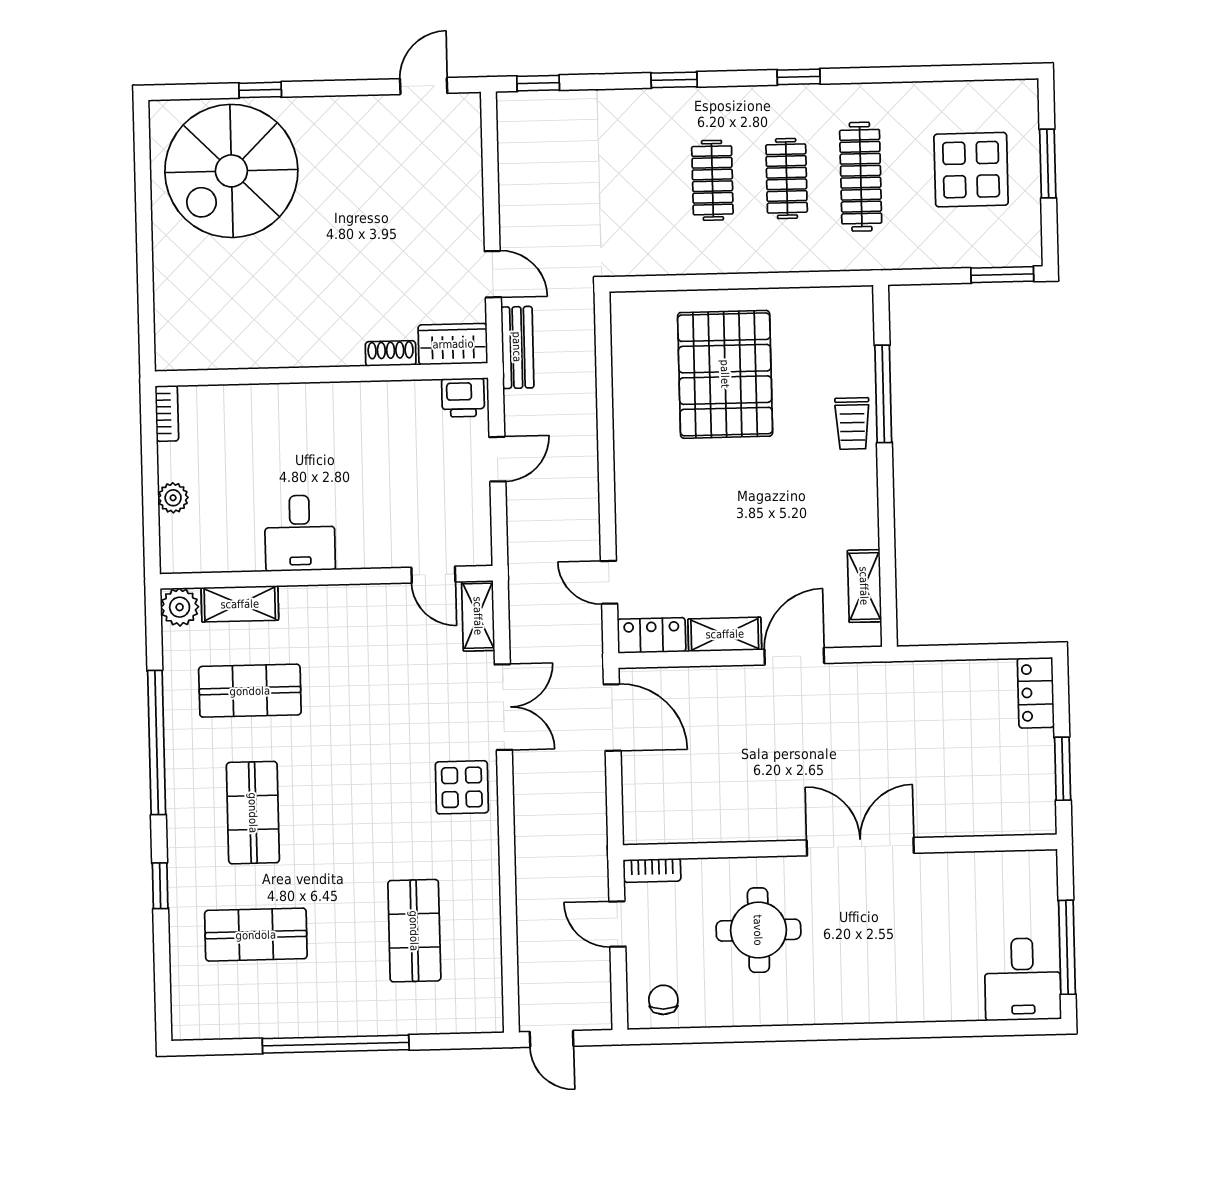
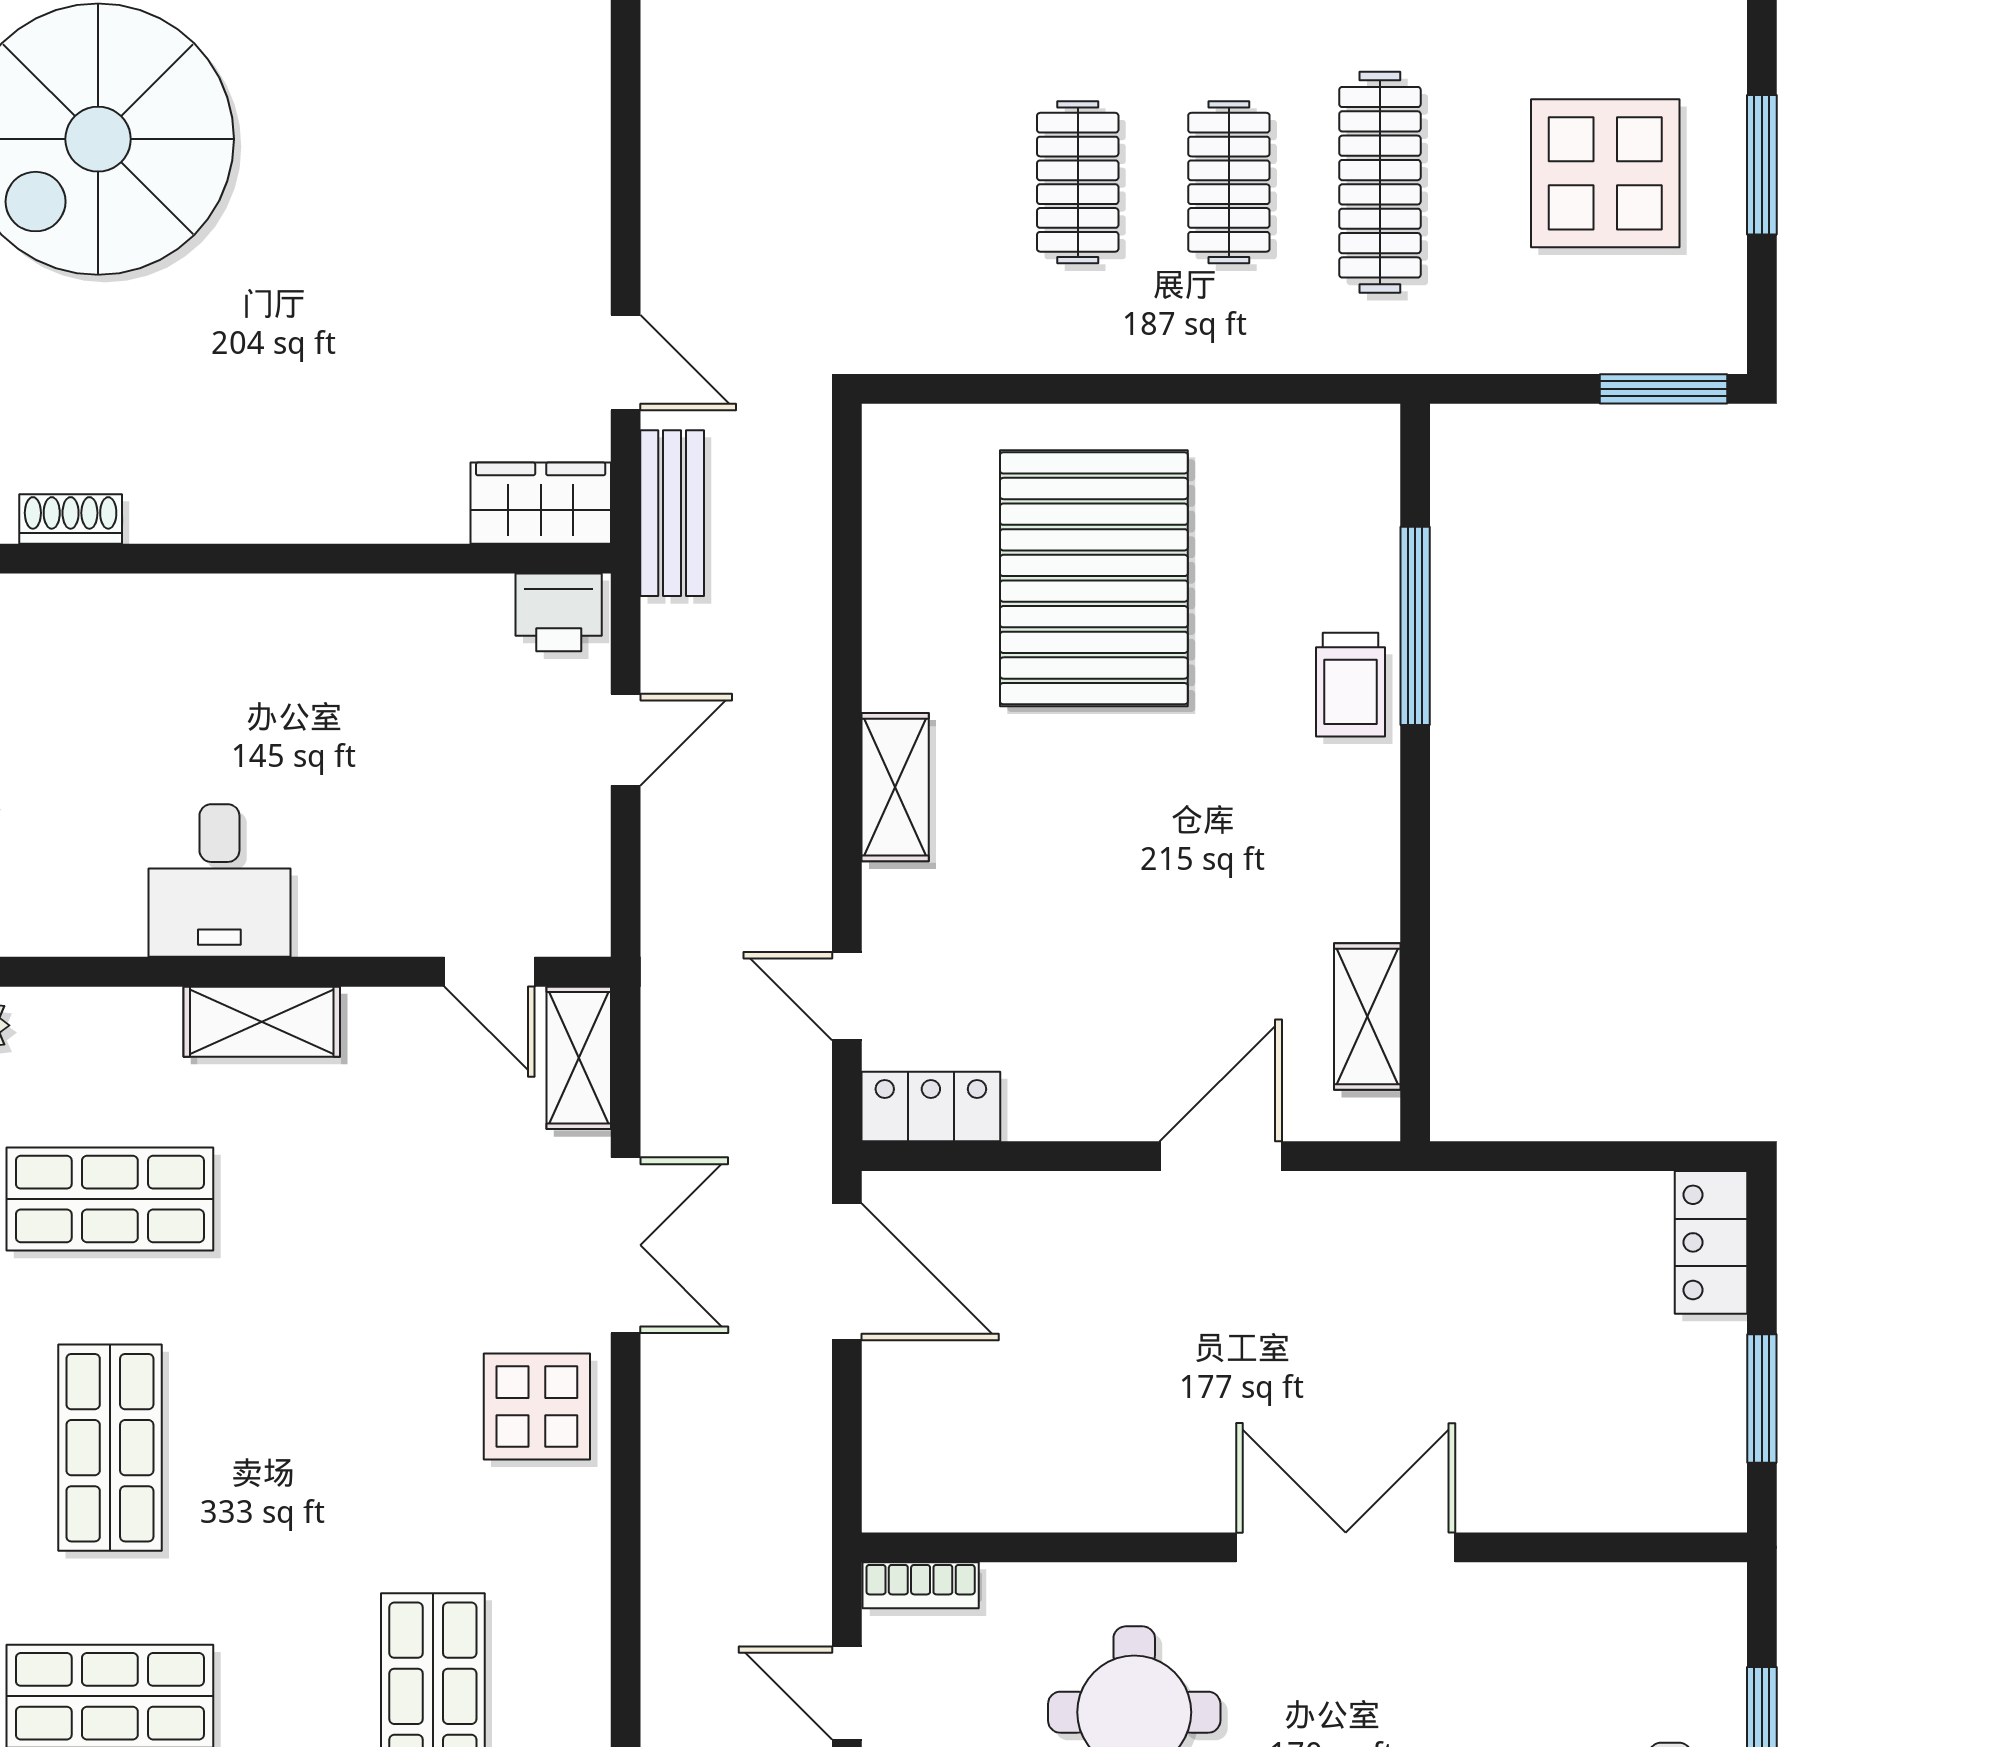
shoe rack: (391, 353) -> (71, 519), moved
shelving: (240, 604) -> (262, 1022), moved
shelving: (725, 634) -> (895, 787), moved, turned 90

